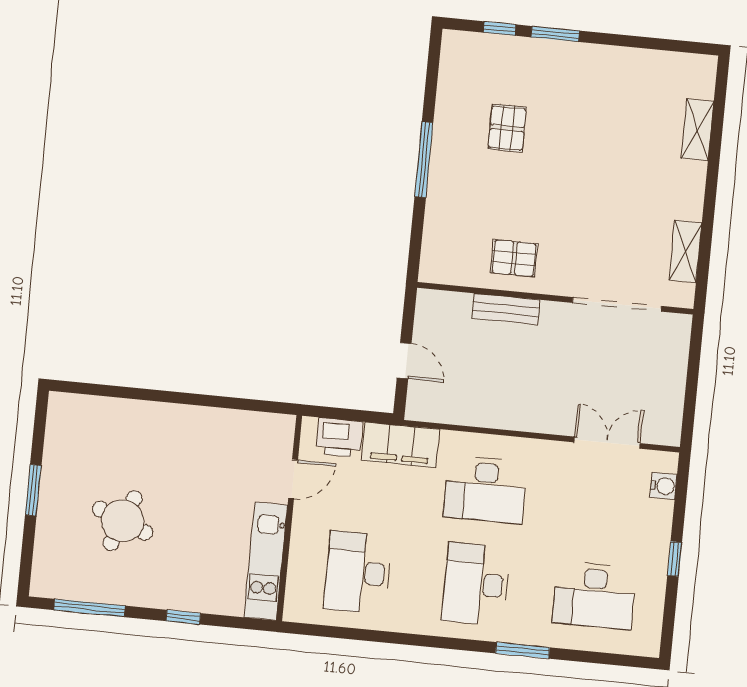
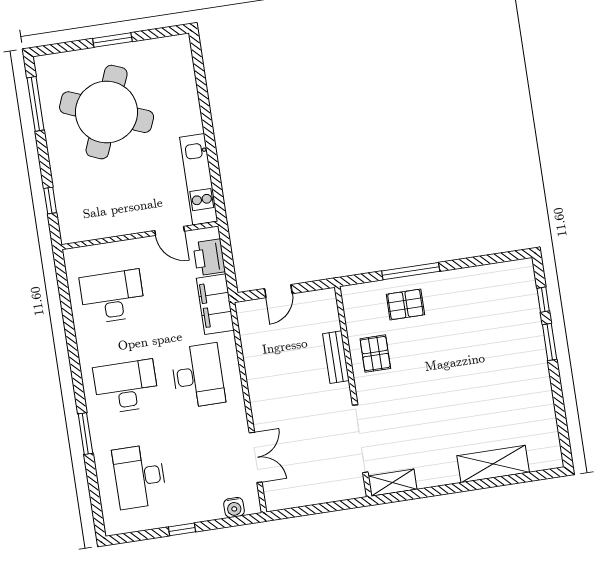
pallet: (507, 128) -> (405, 304), moved
shelving: (697, 130) -> (493, 464), width x1.50, depth x1.33
window: (424, 160) -> (411, 271), moved
shelving: (685, 251) -> (393, 483), moved
desk: (485, 490) -> (198, 376), turned 180
round table: (123, 521) -> (107, 112), width x1.86, depth x1.86
kitchen unit: (266, 561) -> (199, 179), moved, turned -90
window: (183, 617) -> (50, 201), moved

